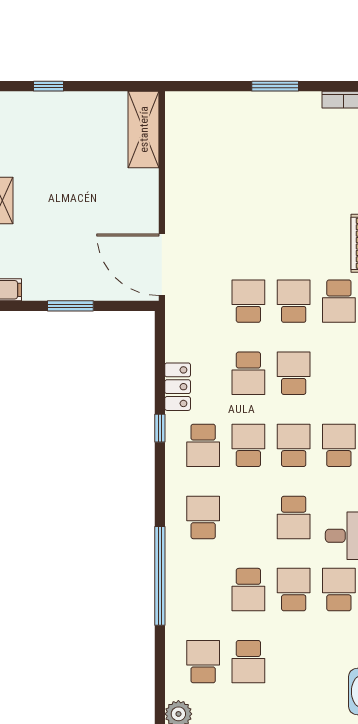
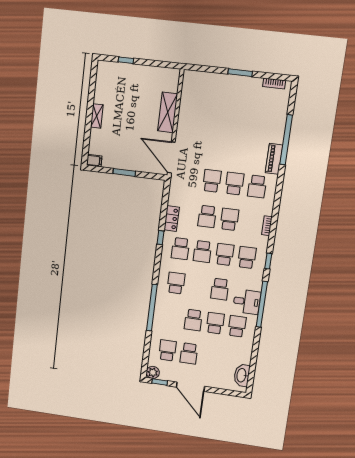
shelving: (144, 129) -> (168, 112), moved
school desk: (248, 445) -> (202, 252), turned 180

